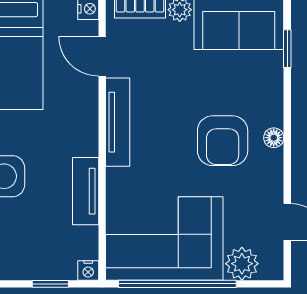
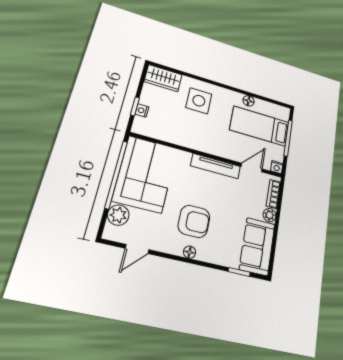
armchair: (223, 141) -> (194, 221), turned 180
tv unit: (86, 191) -> (182, 139), removed
nightstand: (88, 271) -> (142, 111), moved

